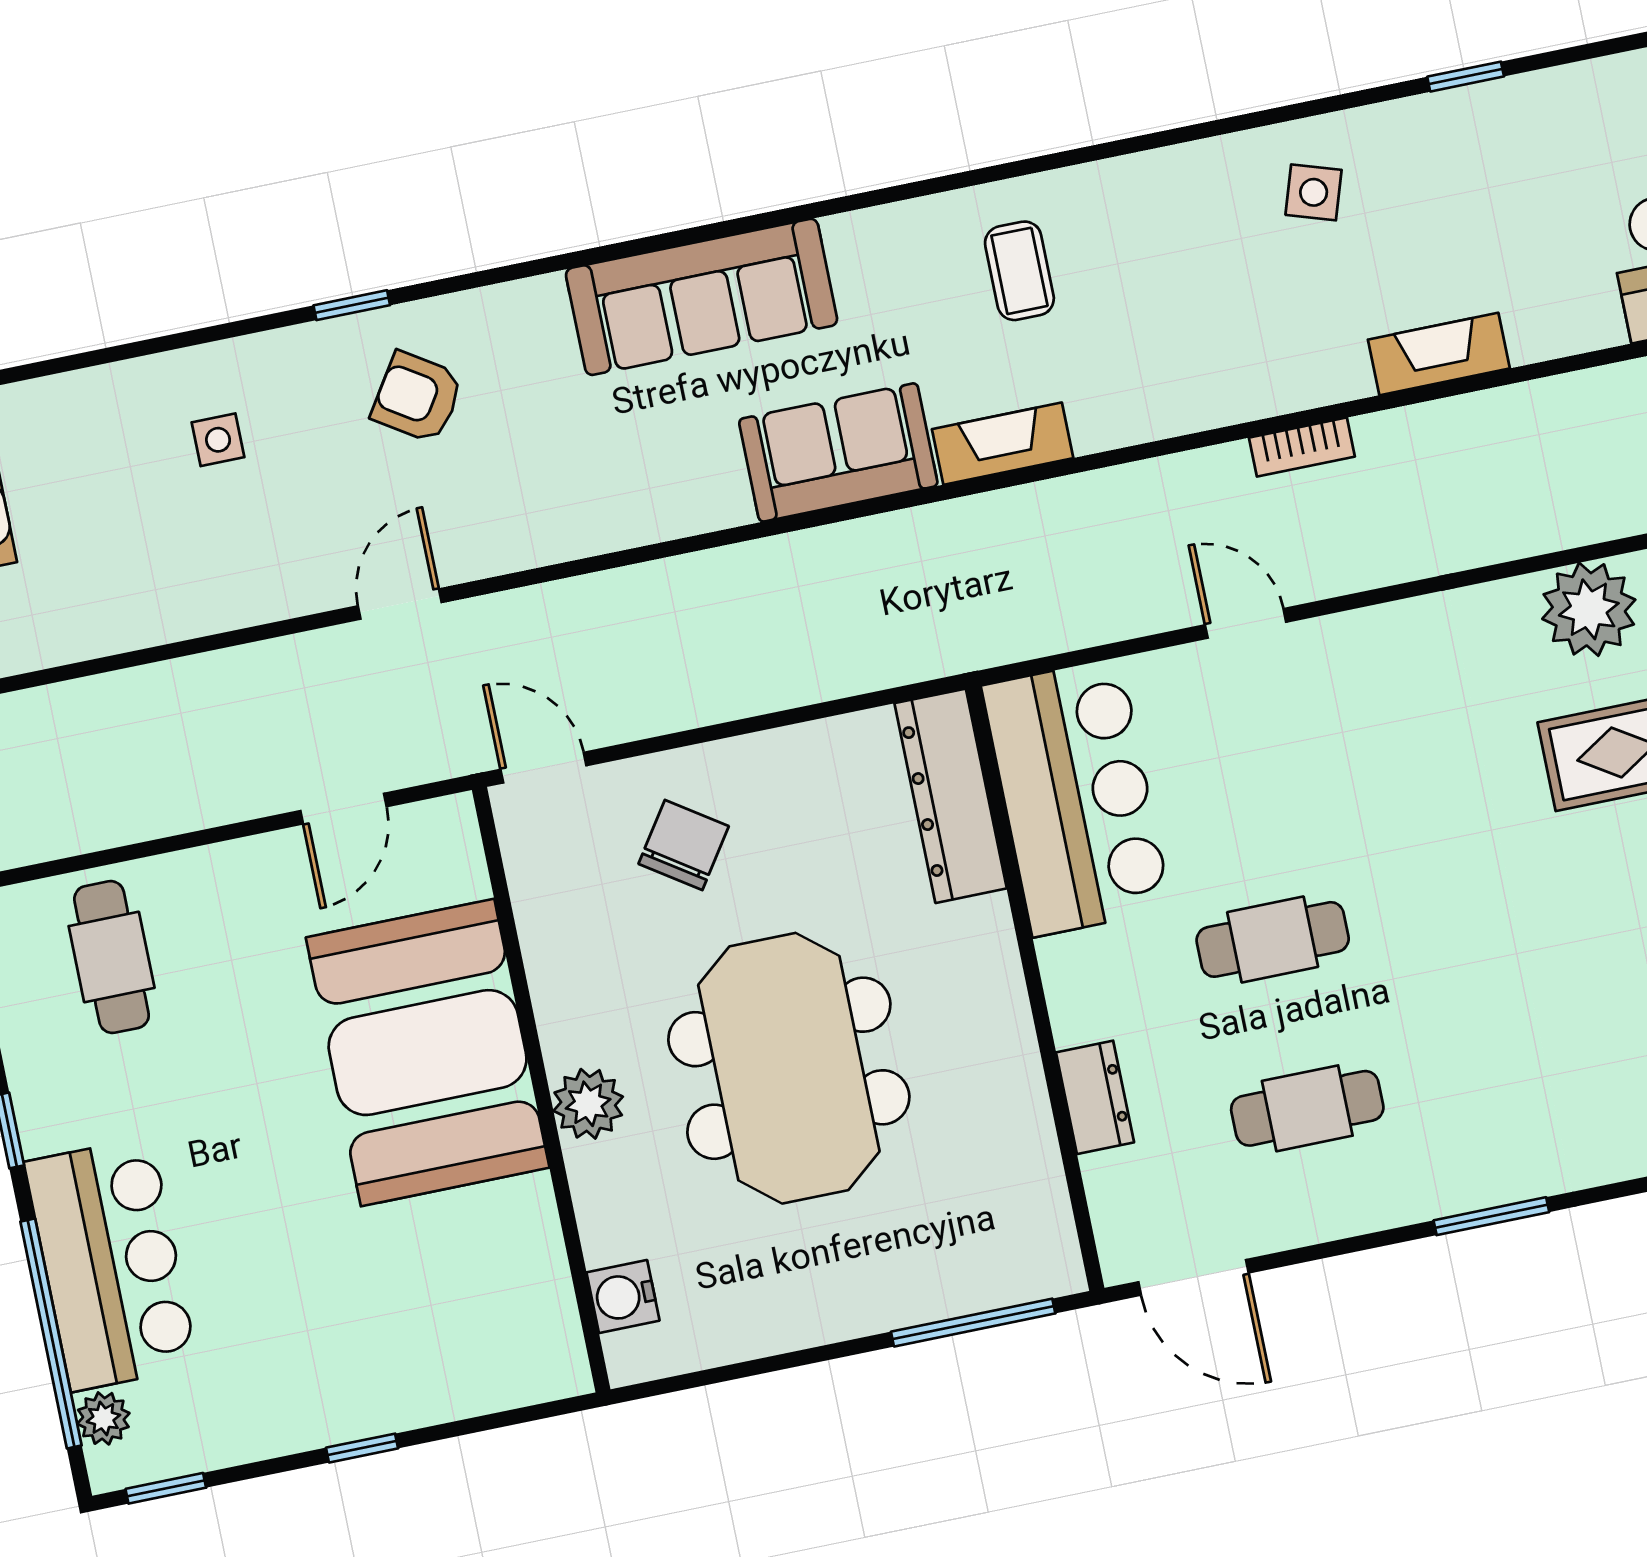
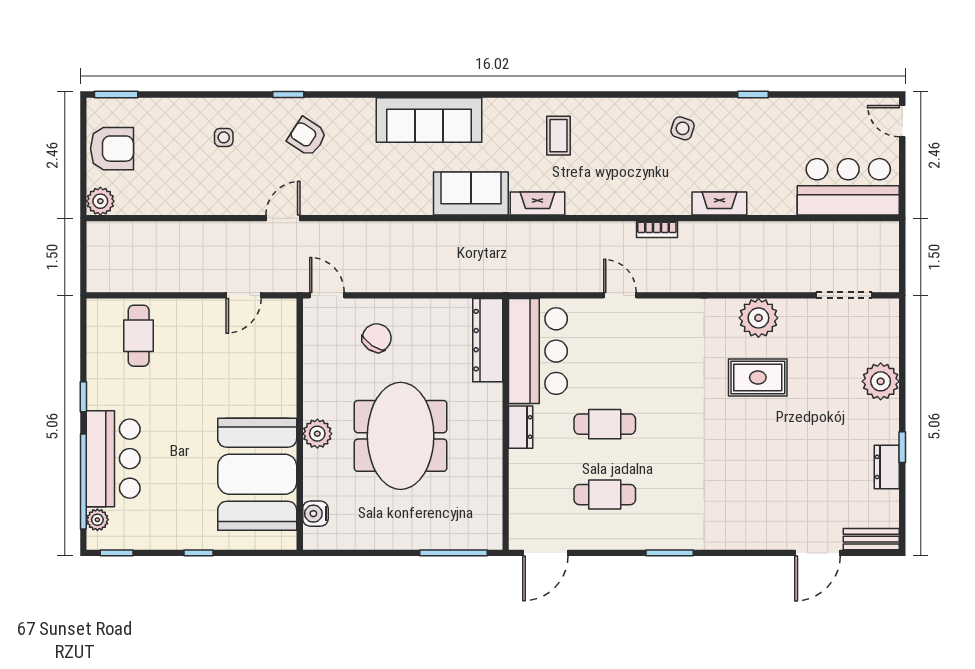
booth: (428, 1053) -> (257, 474), moved
dresser: (1095, 1097) -> (521, 427), moved
door: (1194, 1277) -> (545, 553), hinge flipped

